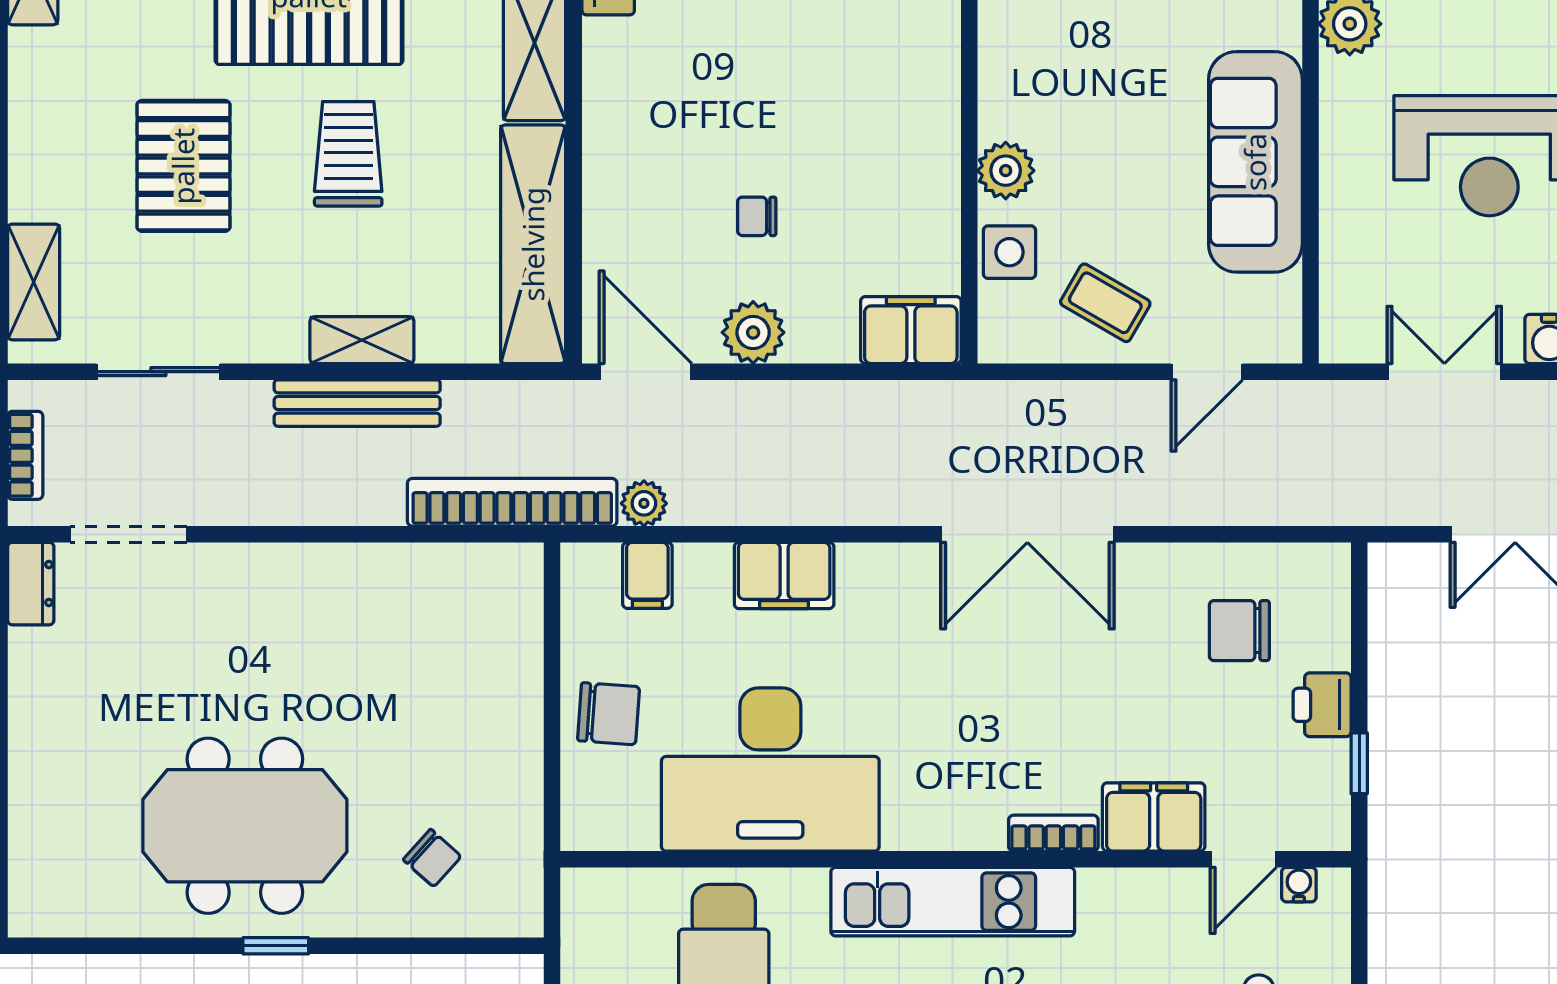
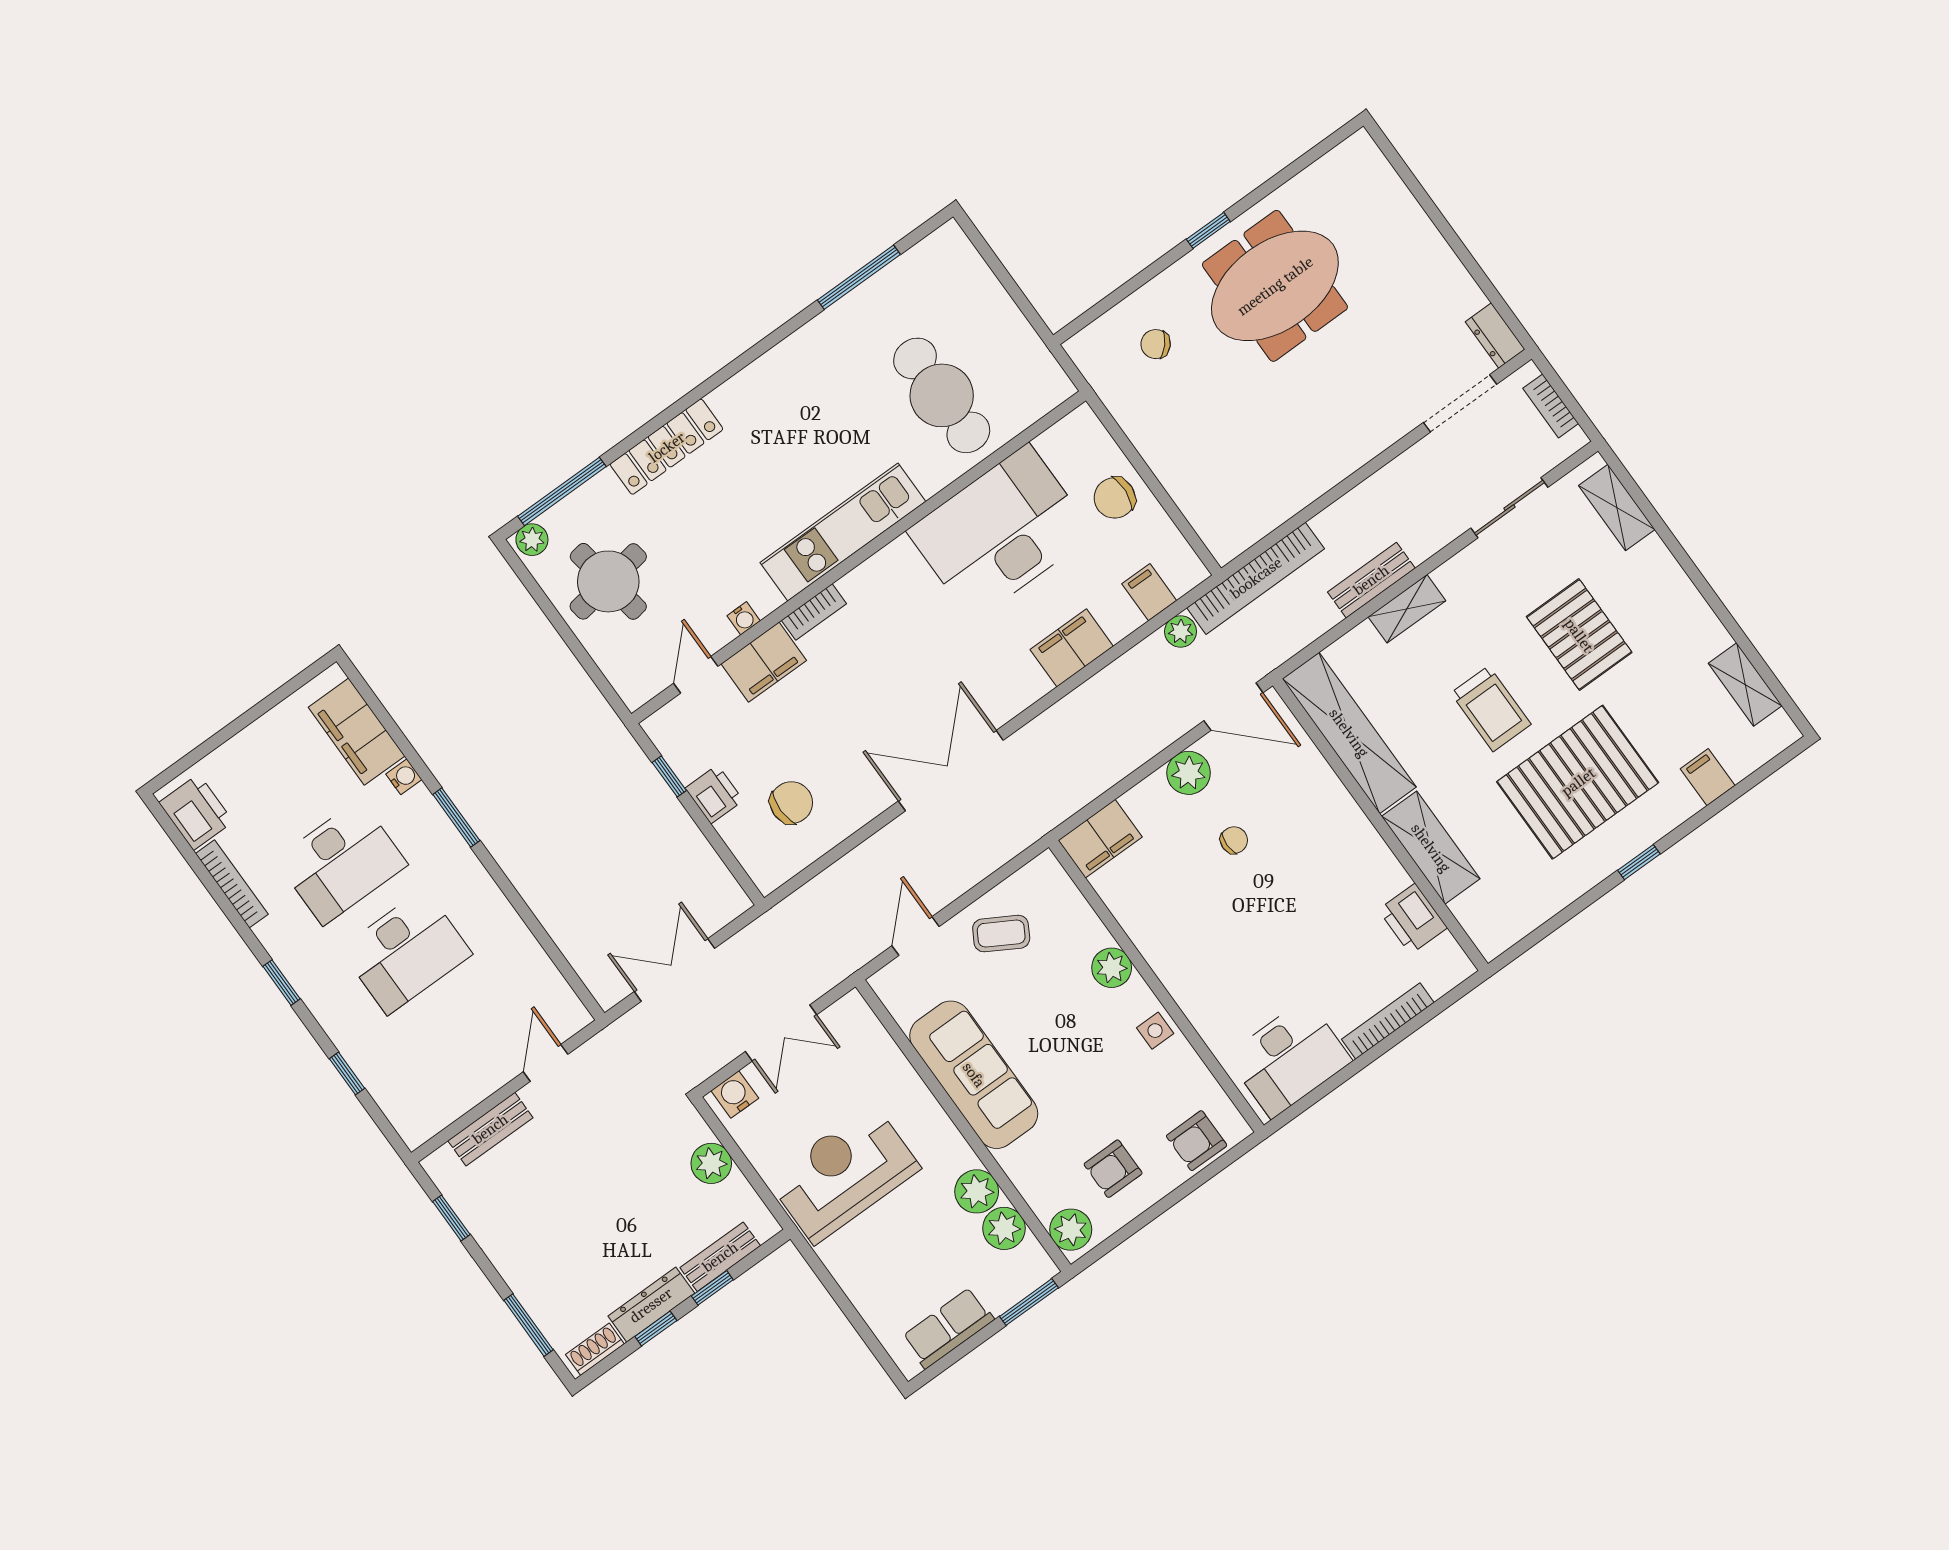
side table: (1010, 252) -> (1155, 1031), moved, width x0.73, depth x0.73
bench: (357, 403) -> (1371, 580), width x0.73
water cooler: (1299, 885) -> (744, 618), moved

